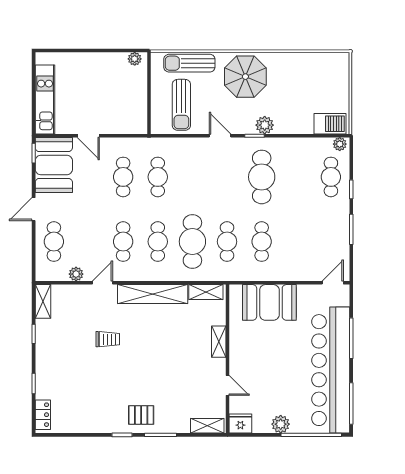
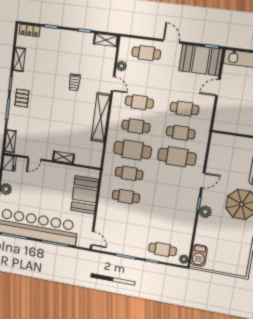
sun lounger: (181, 105) -> (229, 157), removed
cafe table: (262, 177) -> (177, 157), moved
shelving: (206, 292) -> (19, 59), moved

